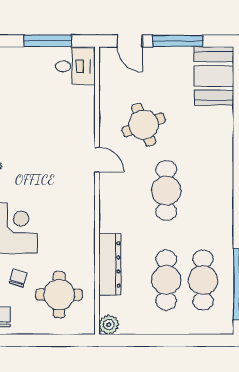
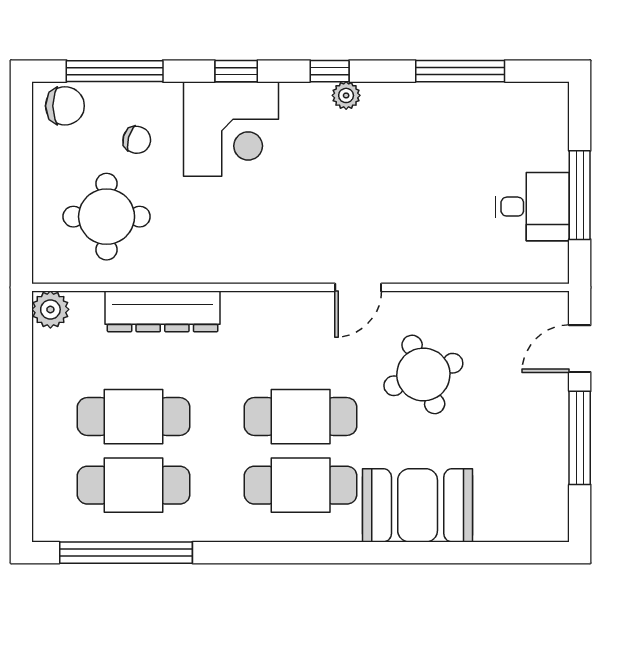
desk: (75, 66) -> (532, 207), moved, turned -90
booth: (214, 76) -> (418, 505), moved
cafe table: (203, 191) -> (301, 485), added

